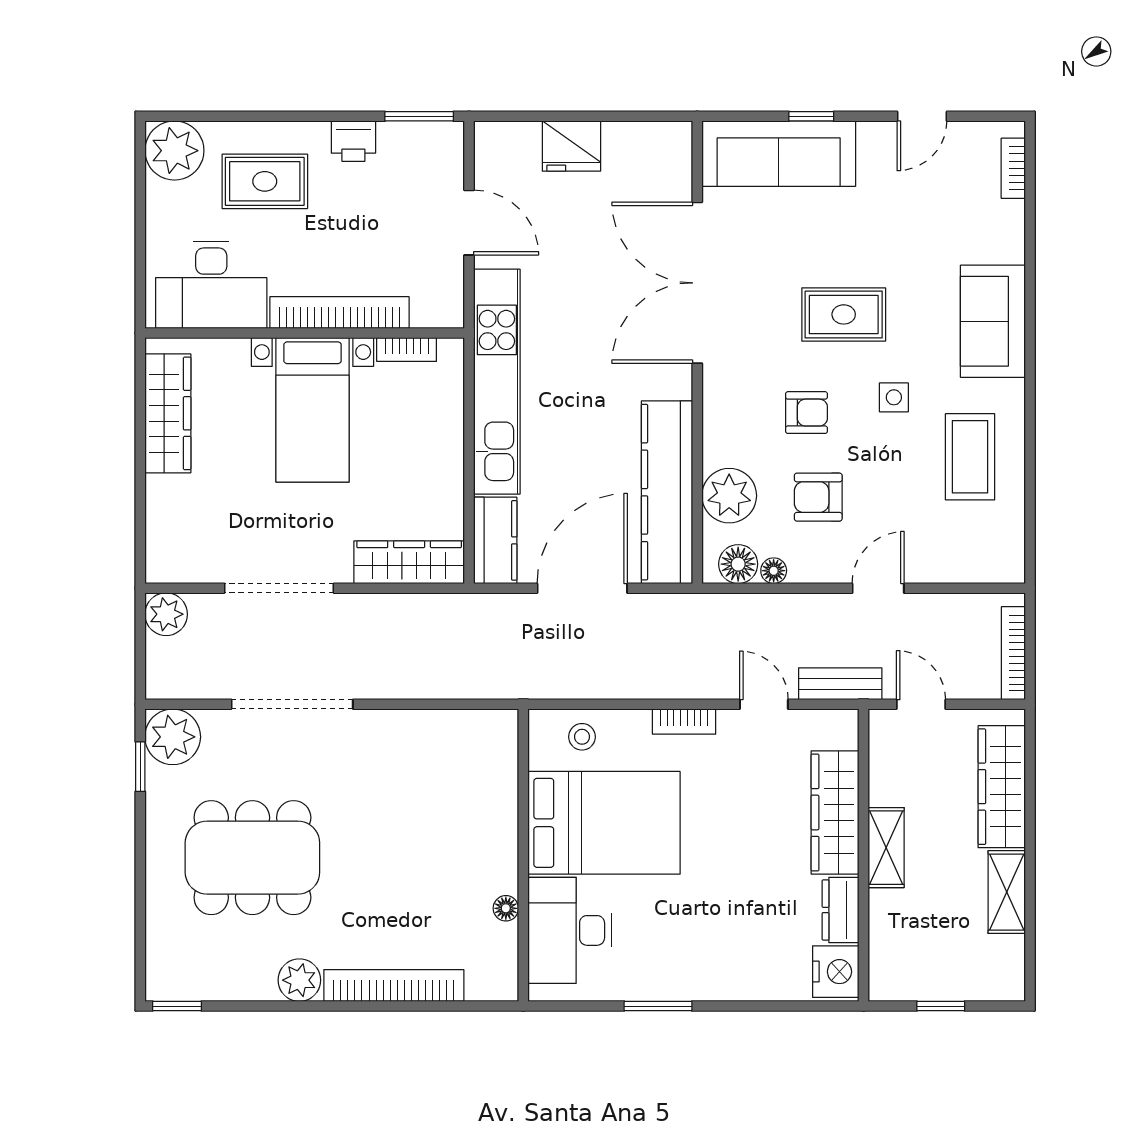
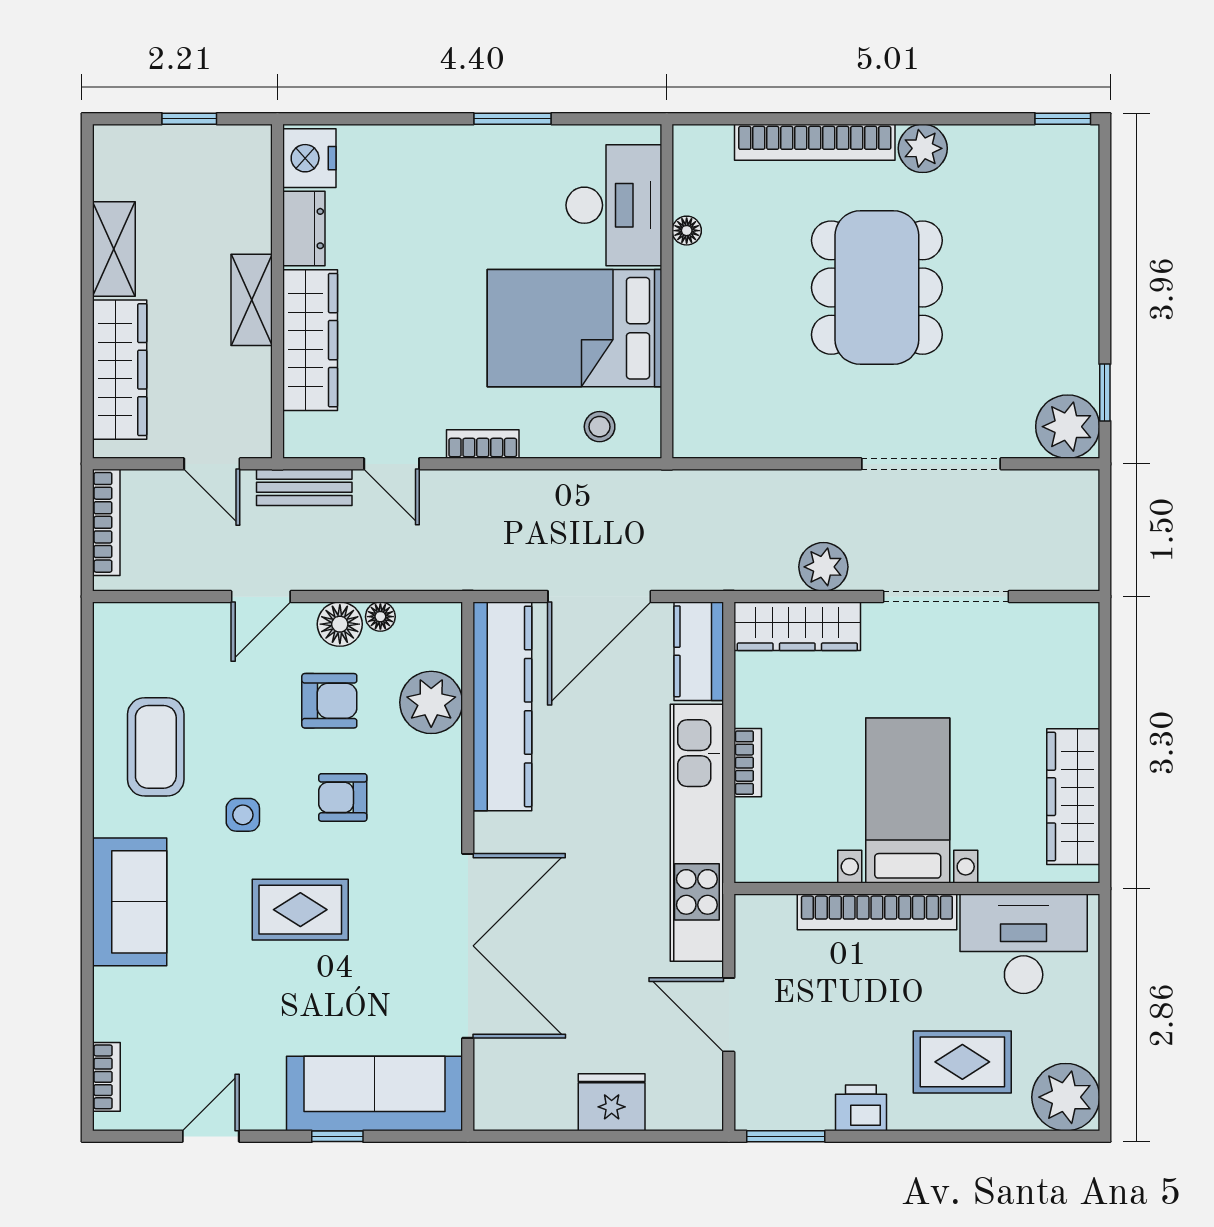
bookcase: (407, 350) -> (748, 763), moved, turned 90
floor lamp: (738, 564) -> (340, 624), moved
plant: (166, 614) -> (823, 567), moved
dining table: (252, 858) -> (877, 288), moved, turned 90

